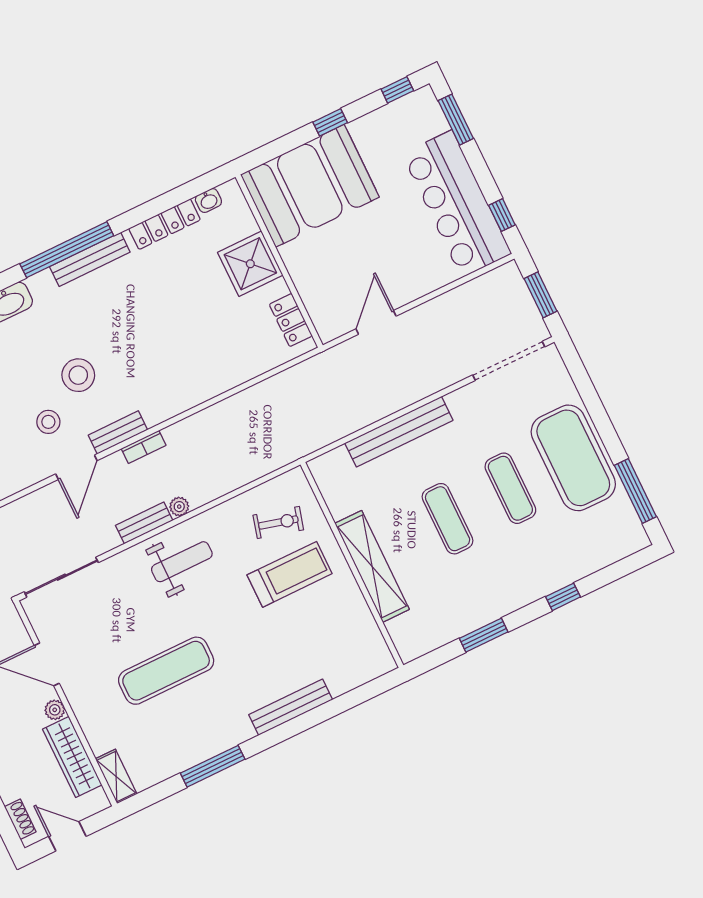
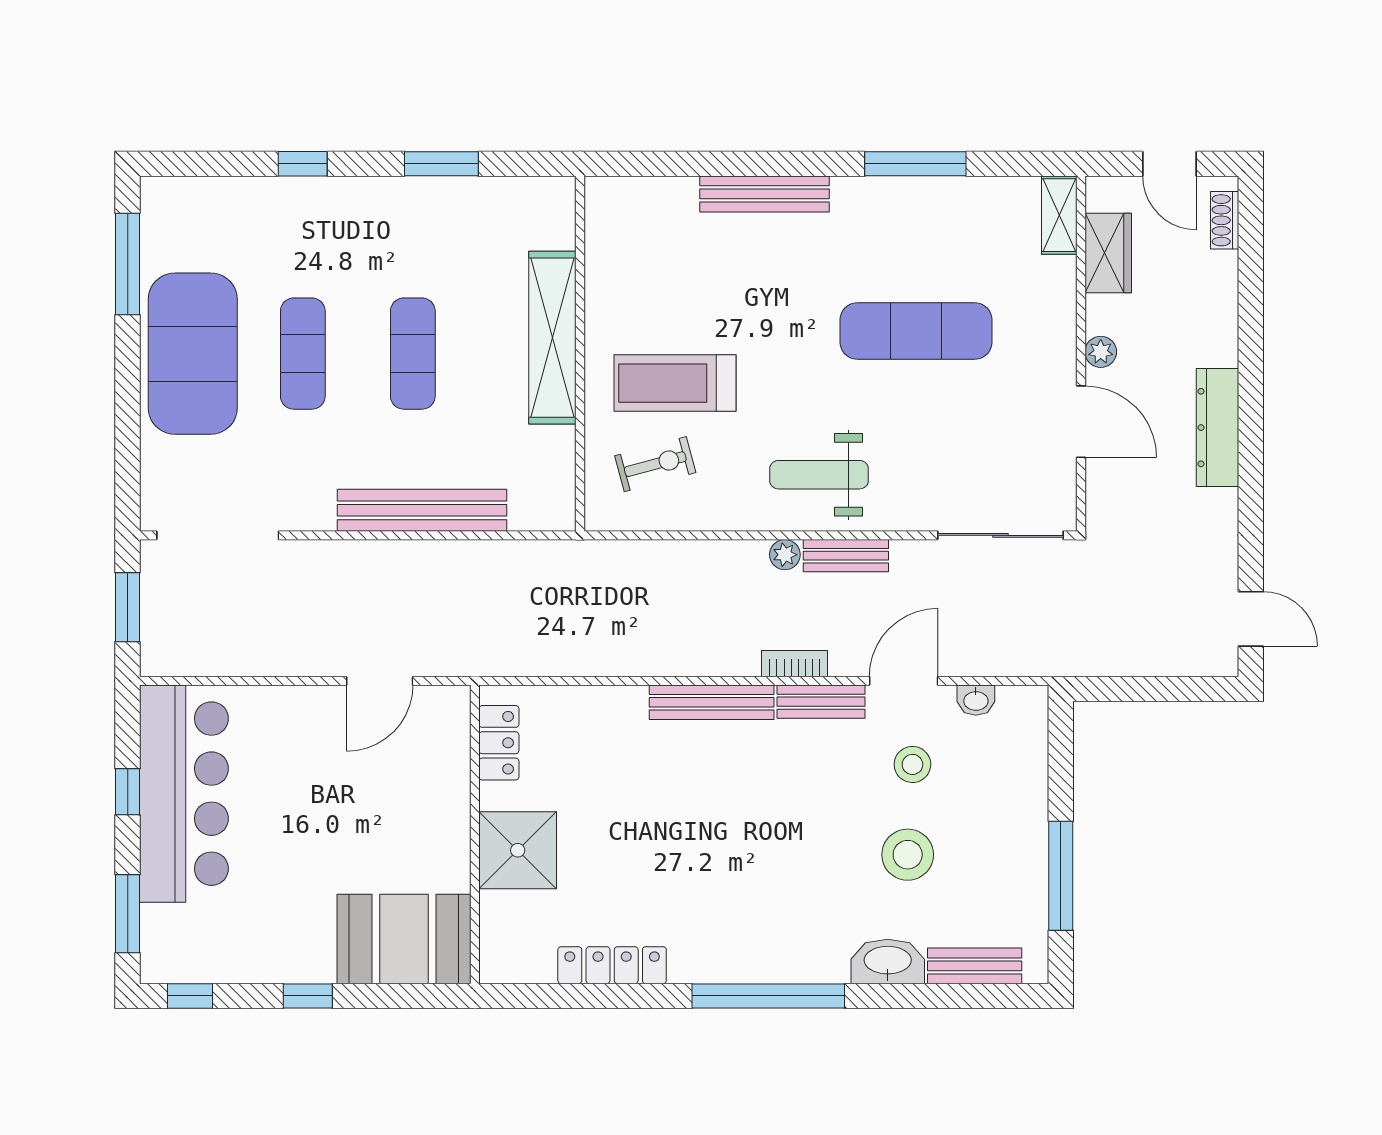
booth: (310, 186) -> (404, 939), width x0.73, depth x0.70
washbasin: (208, 200) -> (976, 700), moved, turned 180
window: (502, 215) -> (128, 792), moved
bench: (90, 259) -> (712, 702), moved
stool: (78, 375) -> (908, 855), moved
exercise bike: (278, 522) -> (655, 464), turned 150
wardrobe: (72, 757) -> (1108, 253), width x0.67

